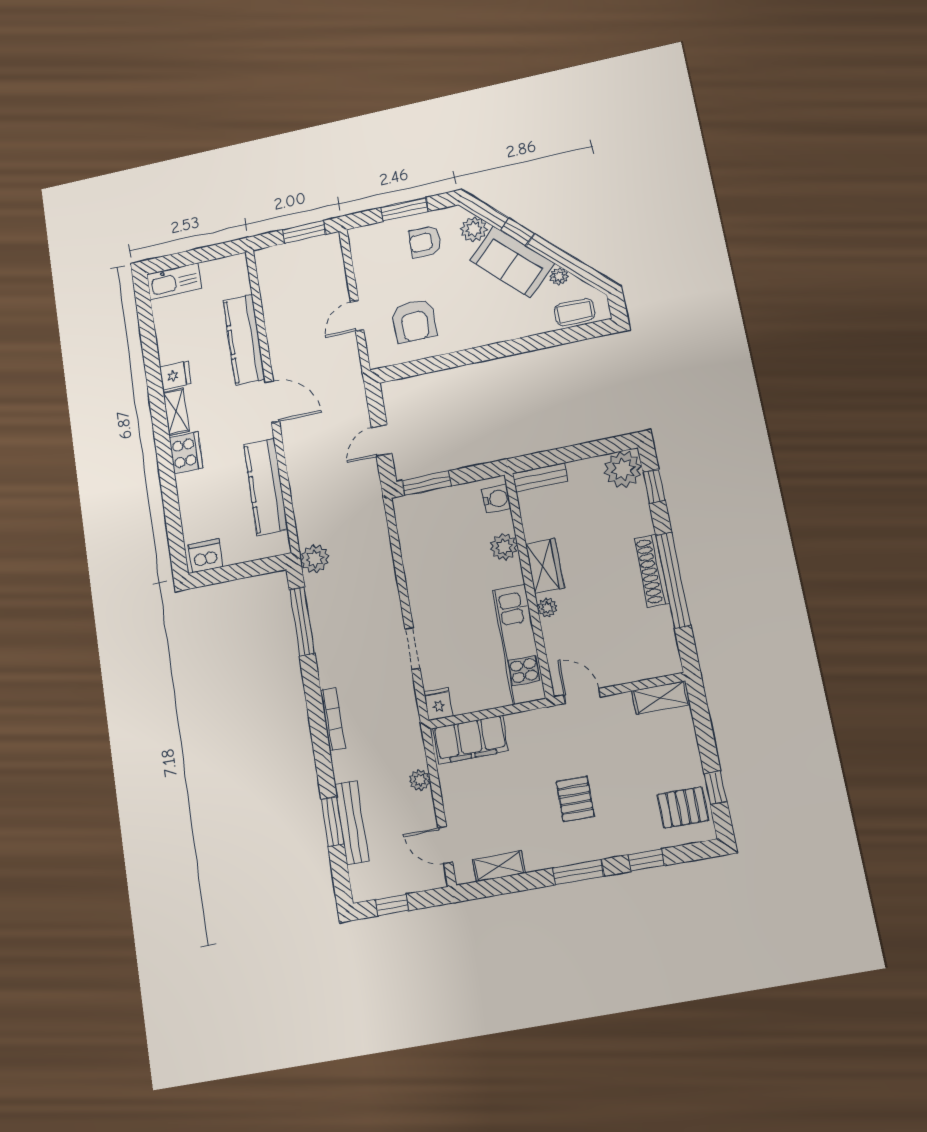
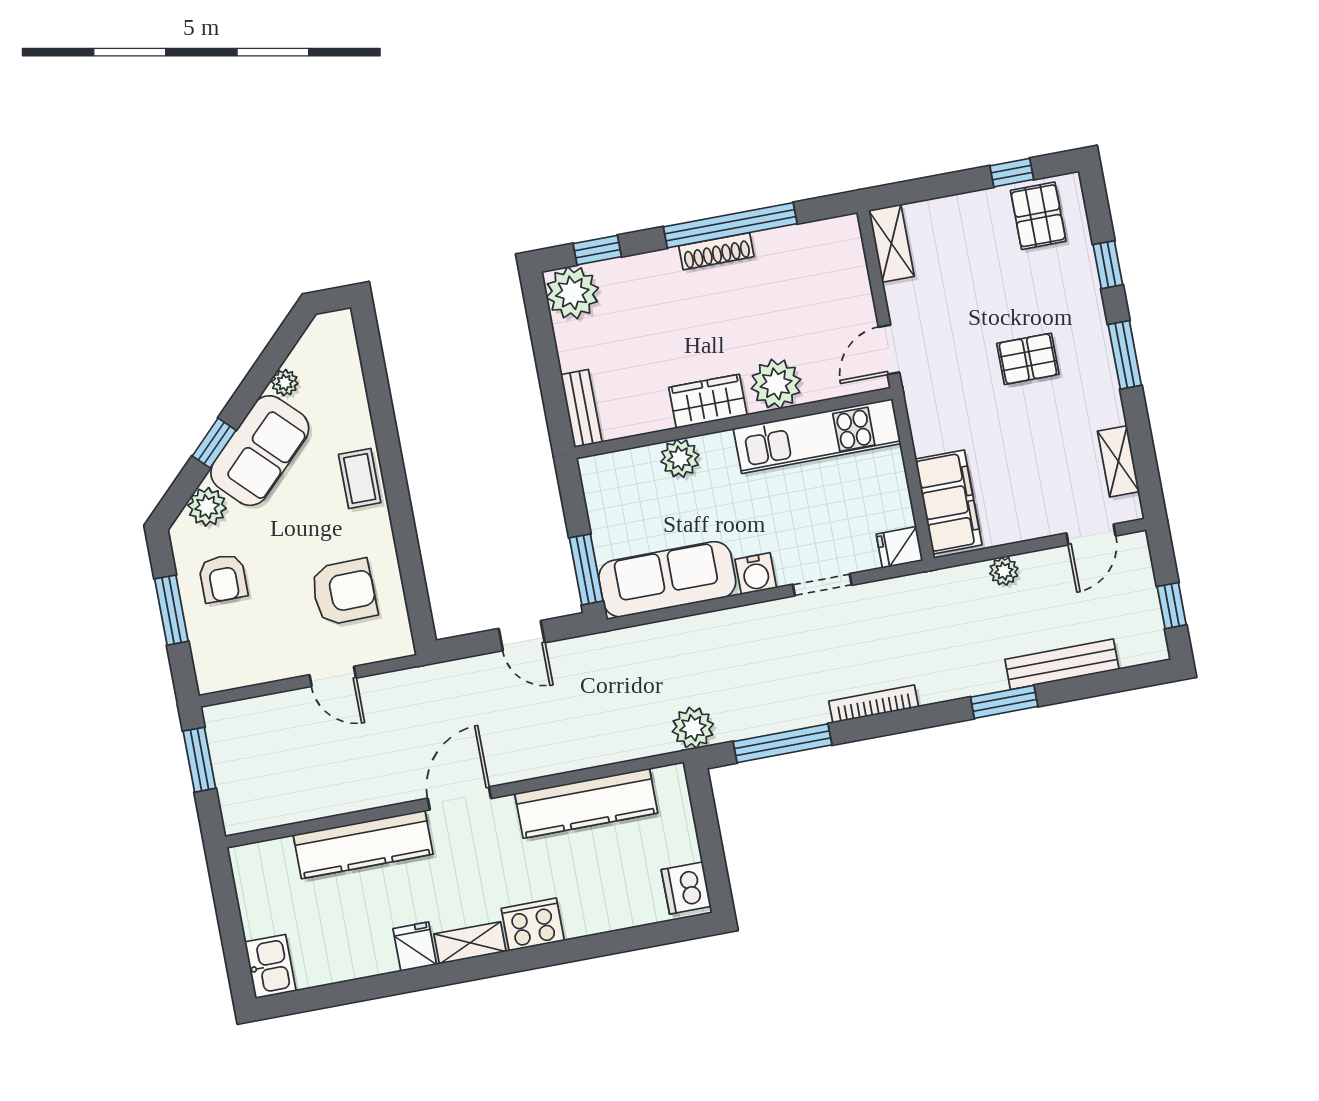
kitchen sink: (174, 281) -> (270, 966), width x0.73
coffee table: (574, 312) -> (360, 478), moved
water cooler: (496, 499) -> (756, 574), moved, turned 180
sofa: (419, 539) -> (667, 579), added
shoe rack: (652, 571) -> (716, 251), width x0.74, depth x0.81
plant: (547, 608) -> (776, 384), width x1.88, depth x1.88
bookcase: (333, 719) -> (874, 704), moved
window: (332, 821) -> (1004, 702), moved

